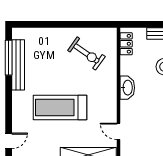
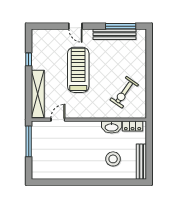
washbasin: (127, 88) -> (112, 127), moved
door: (9, 141) -> (75, 26), moved

